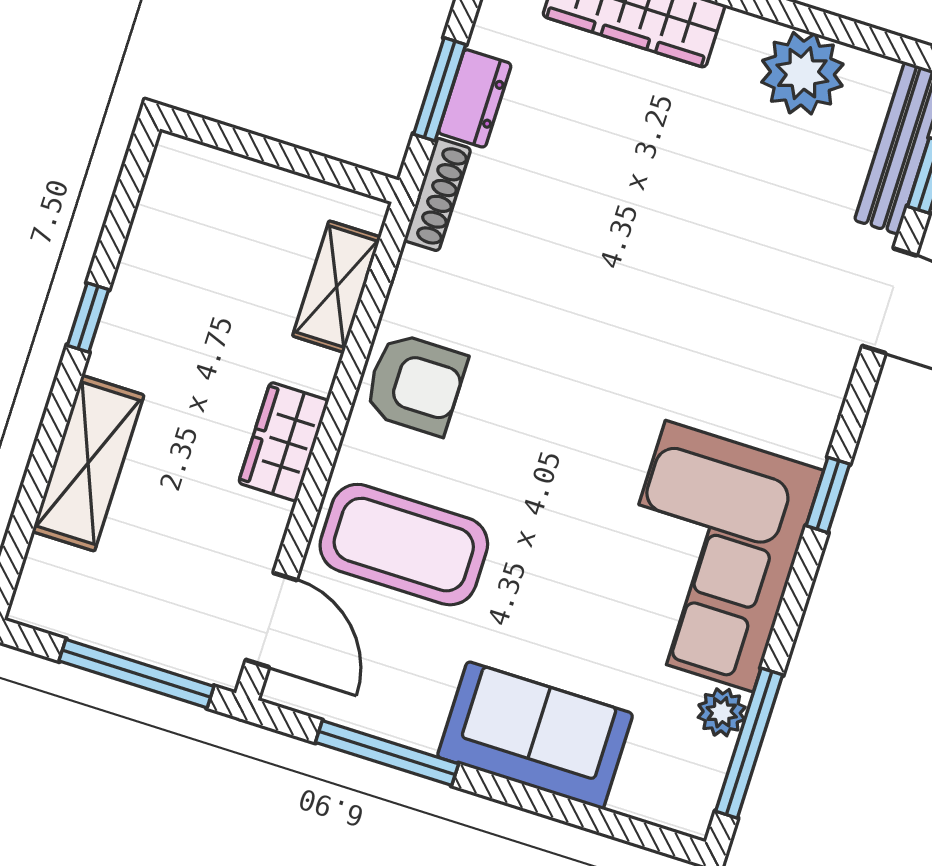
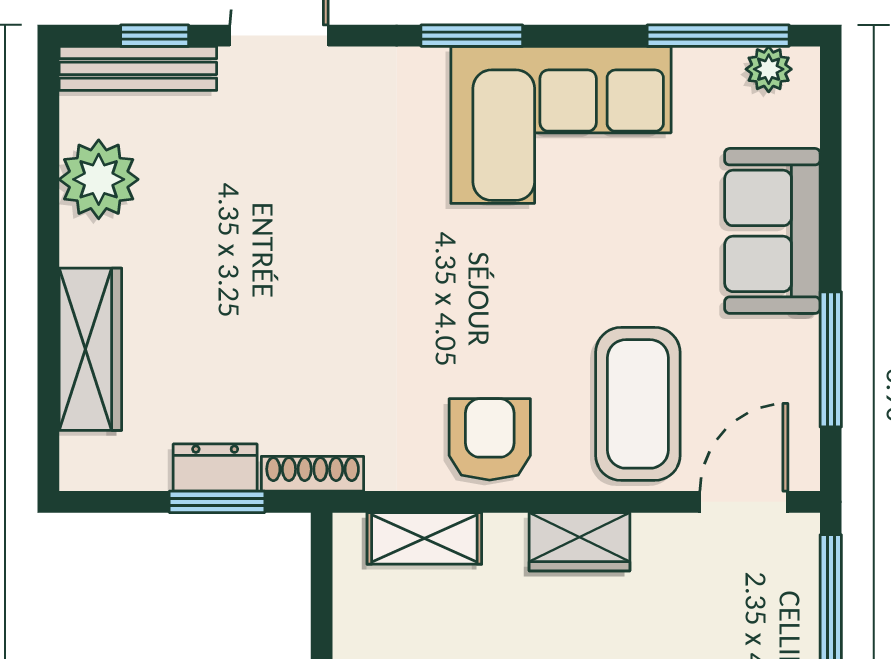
window: (828, 495) -> (472, 36), width x1.50
plant: (722, 712) -> (769, 69), moved

